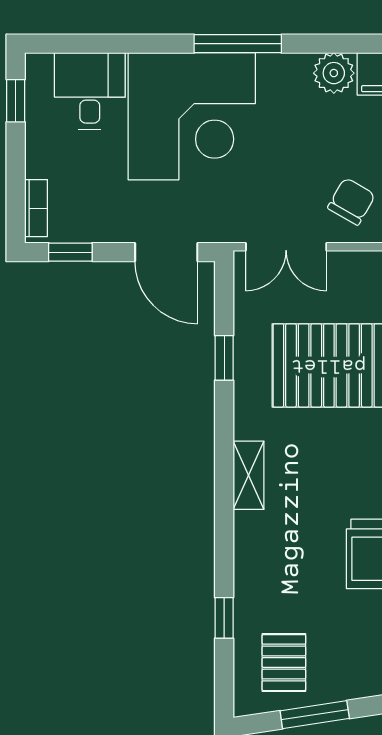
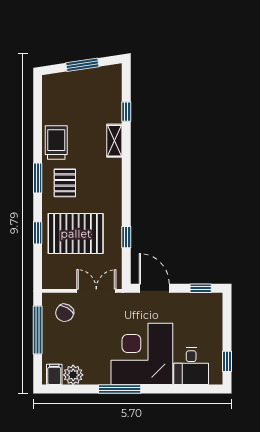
bookcase: (36, 208) -> (217, 310), removed
shelving: (249, 475) -> (114, 141), moved
pallet: (284, 663) -> (65, 183), moved

